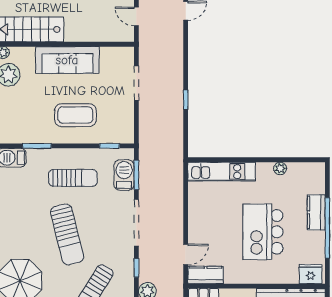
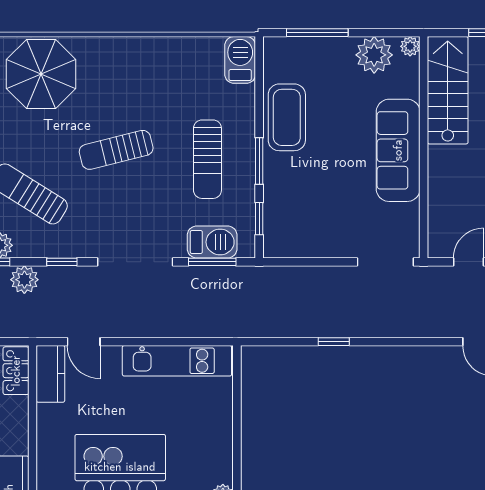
doorway: (136, 83) -> (385, 262), moved
coffee table: (75, 115) -> (287, 117), moved
window: (37, 146) -> (259, 161), moved
kitchen unit: (222, 172) -> (177, 361), moved, turned -90
sun lounger: (67, 234) -> (116, 150), width x0.73, depth x0.75

